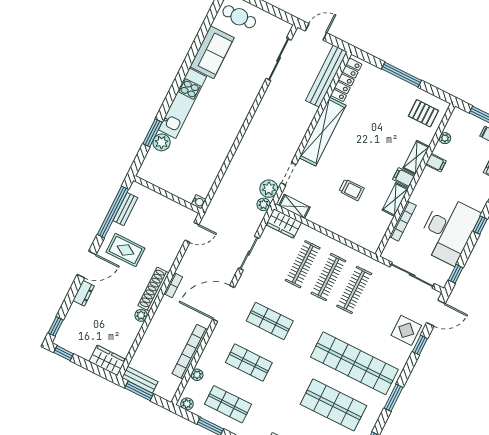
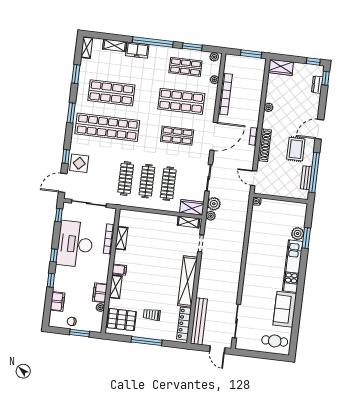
door: (316, 32) -> (217, 350), hinge flipped
pallet: (423, 113) -> (122, 320), width x1.50, depth x1.42
filing cabinet: (436, 163) -> (100, 293), width x2.00
plant: (269, 189) -> (214, 204), moved
trolley: (351, 190) -> (152, 315), moved
shelving: (395, 199) -> (121, 238), moved
door: (192, 232) -> (254, 178), hinge flipped
rug: (126, 250) -> (296, 149), turned 90
shoe rack: (153, 289) -> (264, 145), moved
dresser: (84, 293) -> (317, 85), moved
shop shelf: (249, 363) -> (181, 101), width x1.43, depth x1.36
bench: (140, 380) -> (253, 62), removed

